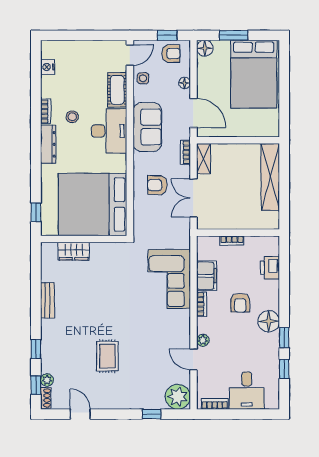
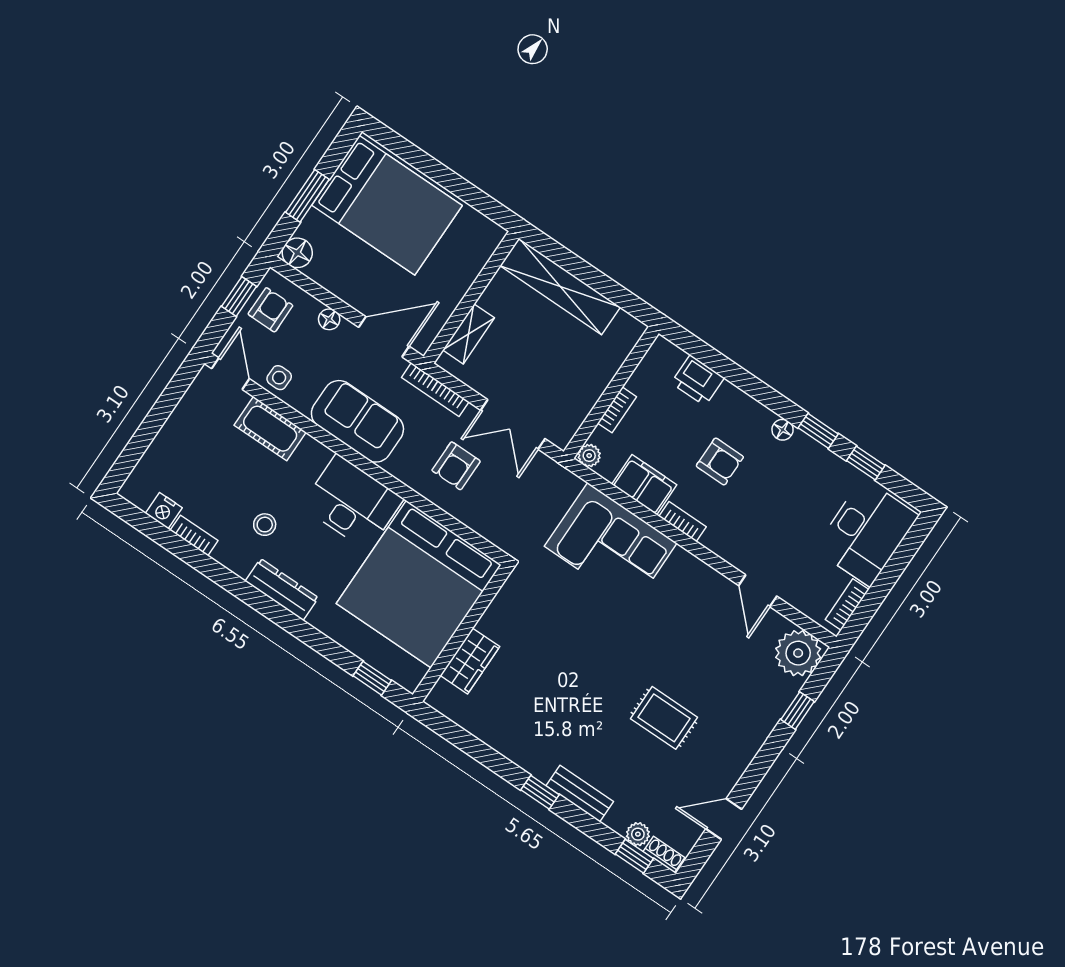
bookcase: (46, 111) -> (194, 535), moved
desk: (109, 131) -> (352, 503), moved
bookcase: (185, 152) -> (435, 390), width x1.56
shelving: (203, 159) -> (469, 334), moved, turned 90
bench: (47, 300) -> (580, 794), moved
floor lamp: (269, 321) -> (783, 430), width x0.53, depth x0.53
plant: (203, 340) -> (589, 456), moved
window: (36, 349) -> (540, 792), moved
door: (193, 359) -> (758, 591), hinge flipped
desk: (247, 391) -> (867, 532), width x1.37

